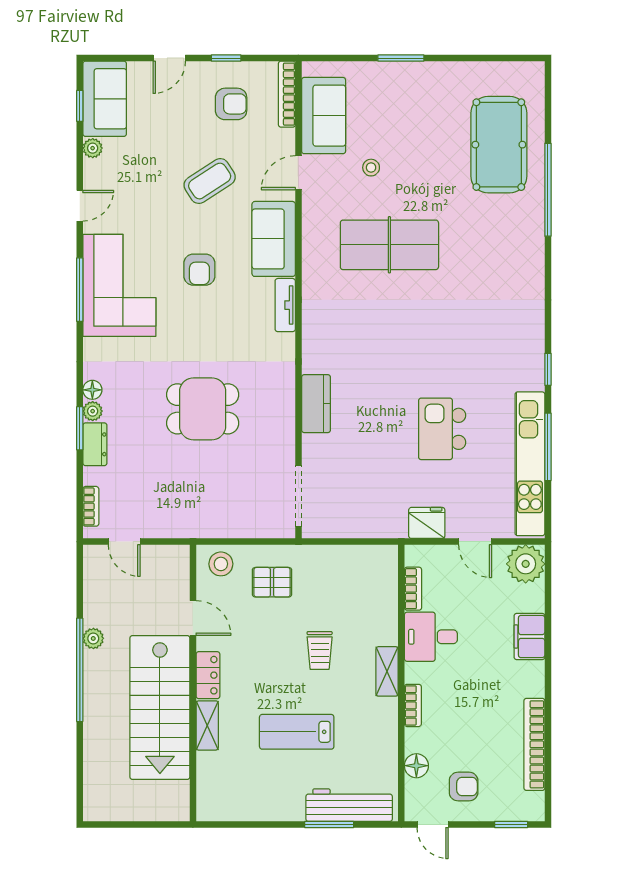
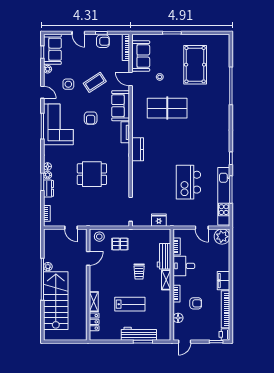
door: (169, 58) -> (78, 33), hinge flipped
armchair: (231, 104) -> (103, 41), moved
pool table: (499, 145) -> (195, 65), moved
door: (298, 173) -> (131, 79), hinge flipped
side table: (144, 186) -> (68, 84), added
door: (80, 206) -> (42, 92), hinge flipped
kitchen counter: (316, 404) -> (138, 149), moved
kitchen island: (442, 429) -> (188, 182), width x1.37, depth x1.28
fridge: (427, 523) -> (159, 220), moved
door: (124, 542) -> (71, 228), moved
workbench: (382, 613) -> (164, 256), added
door: (193, 618) -> (88, 258), hinge flipped
filing cabinet: (529, 636) -> (224, 281), moved
locker: (208, 675) -> (94, 322), moved
stairs: (160, 708) -> (56, 301), moved, turned 180
lab bench: (297, 732) -> (130, 304), turned 180
armchair: (464, 787) -> (196, 303), moved
workbench: (349, 805) -> (139, 334), moved
printer: (532, 807) -> (224, 334), added
door: (433, 825) -> (185, 342), hinge flipped

